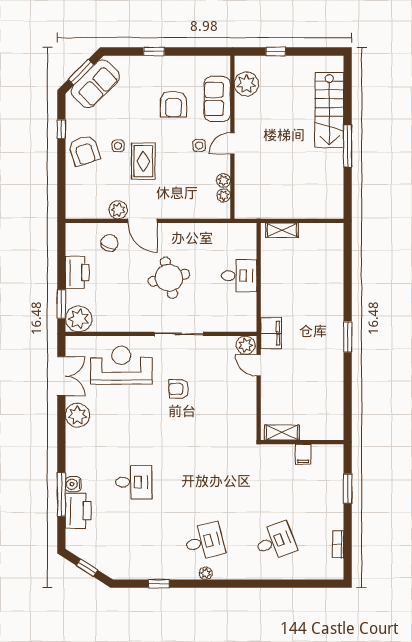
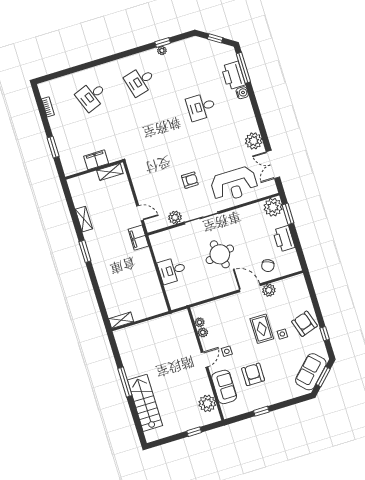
window: (154, 51) -> (261, 411), moved
shelving: (282, 230) -> (121, 320), moved
plant: (246, 345) -> (175, 217), moved
shelving: (336, 380) -> (84, 219), added
filing cabinet: (303, 454) -> (96, 160), width x2.00
window: (61, 495) -> (243, 68), moved
plant: (206, 573) -> (162, 51), moved

